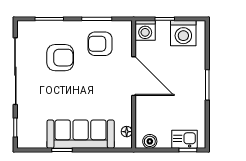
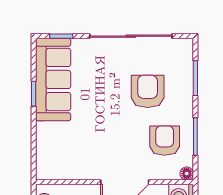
armchair: (60, 58) -> (148, 91), turned 180
floor lamp: (127, 132) -> (187, 173), moved
sofa: (81, 134) -> (53, 79), moved

